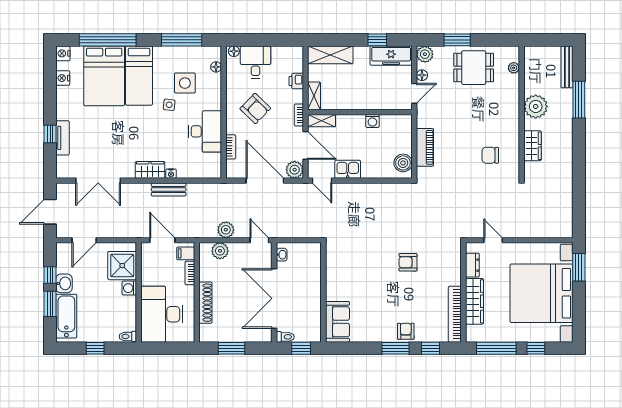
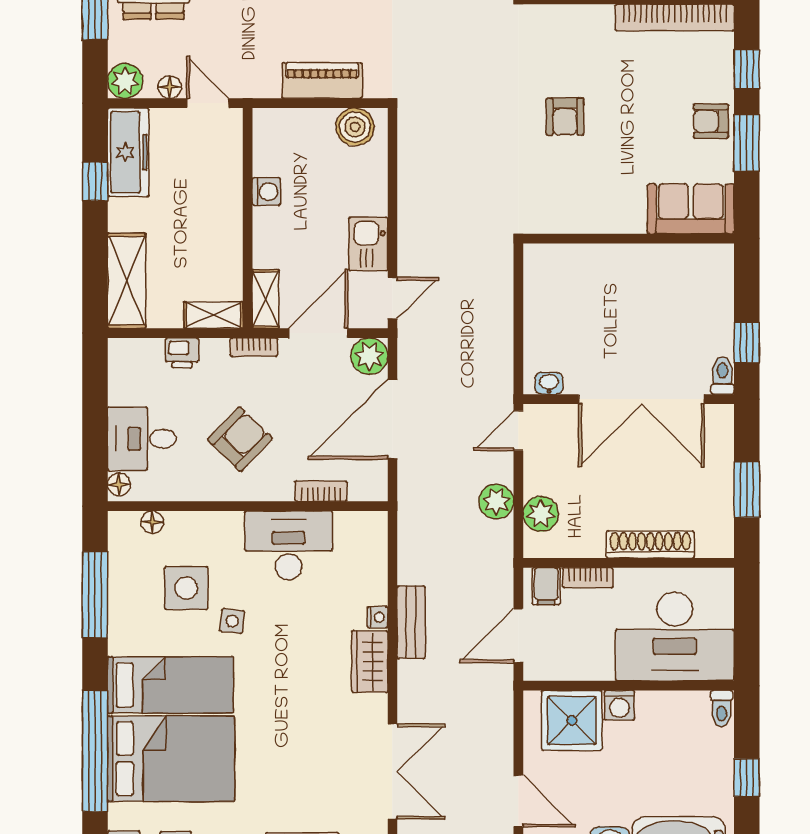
wall: (323, 292) -> (629, 239), moved
sofa: (337, 322) -> (691, 209), moved

